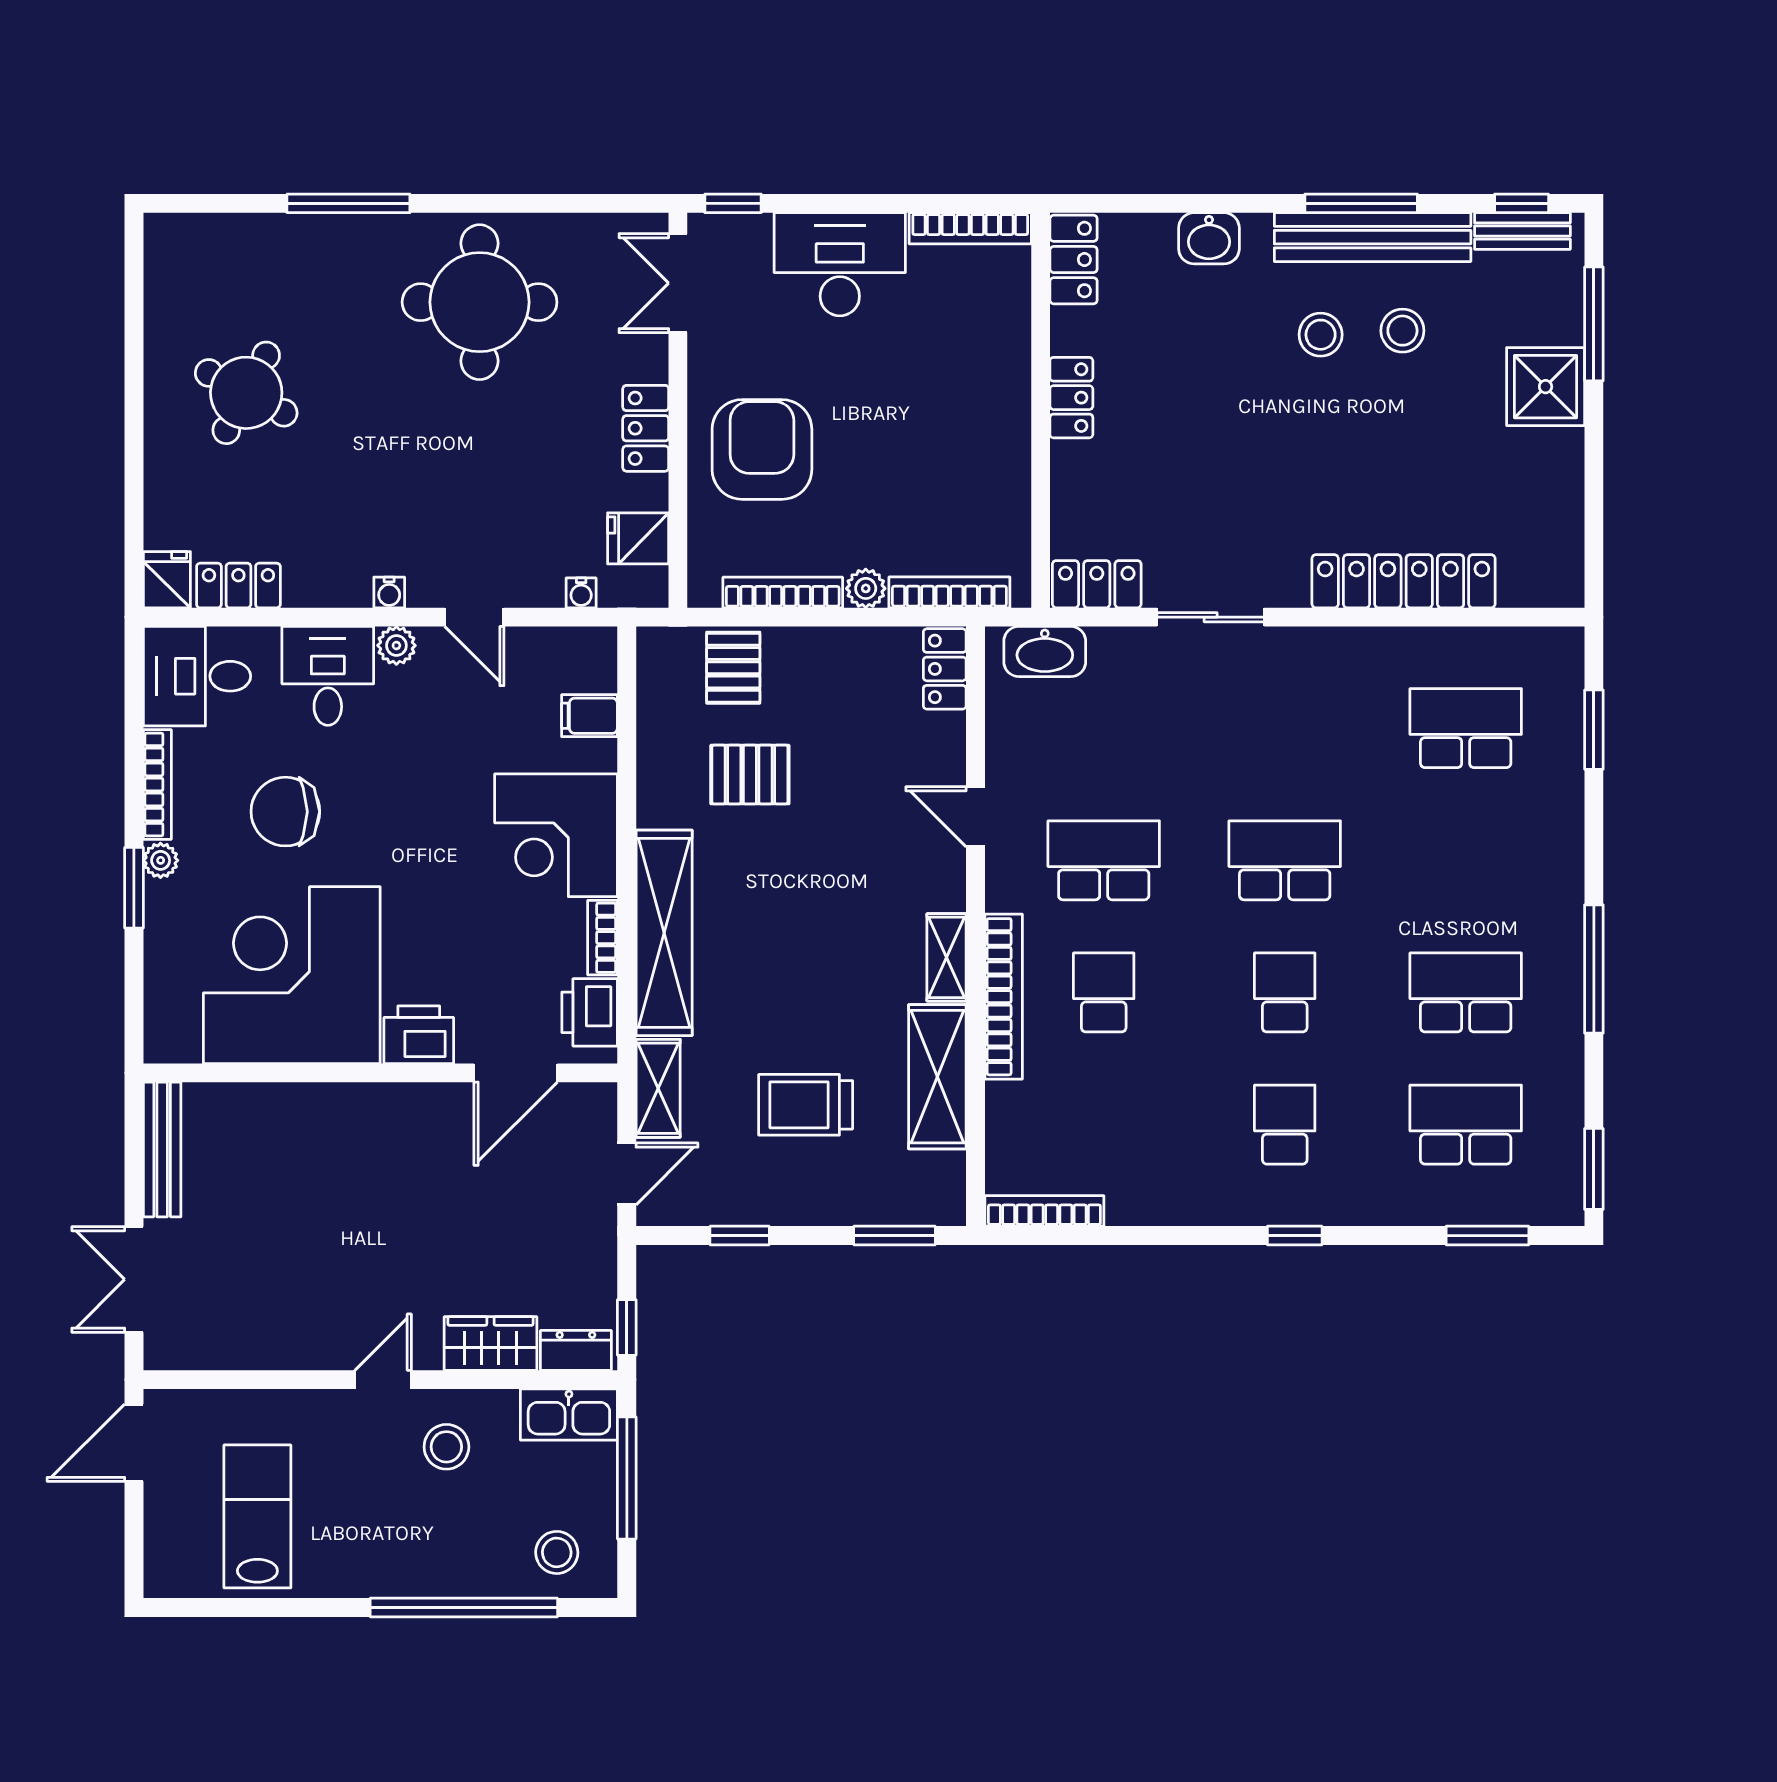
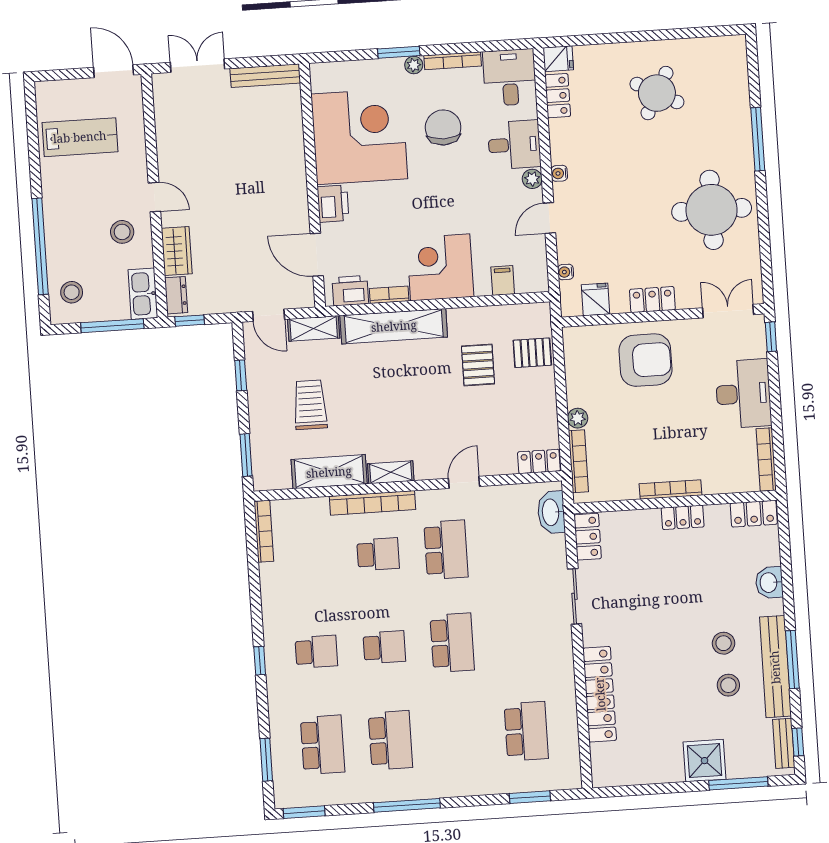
bookcase: (783, 593) -> (671, 489), moved, turned -90

